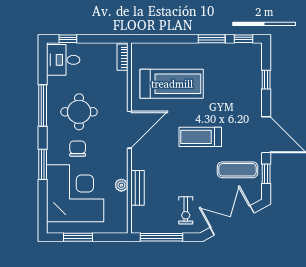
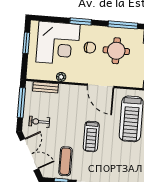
treadmill: (200, 137) -> (91, 136), turned 180
bench: (138, 188) -> (46, 87), moved

